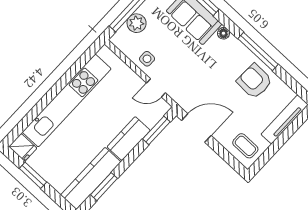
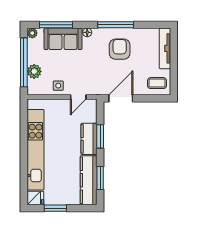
armchair: (254, 81) -> (120, 49), moved, turned 88
window: (156, 130) -> (100, 136), moved

